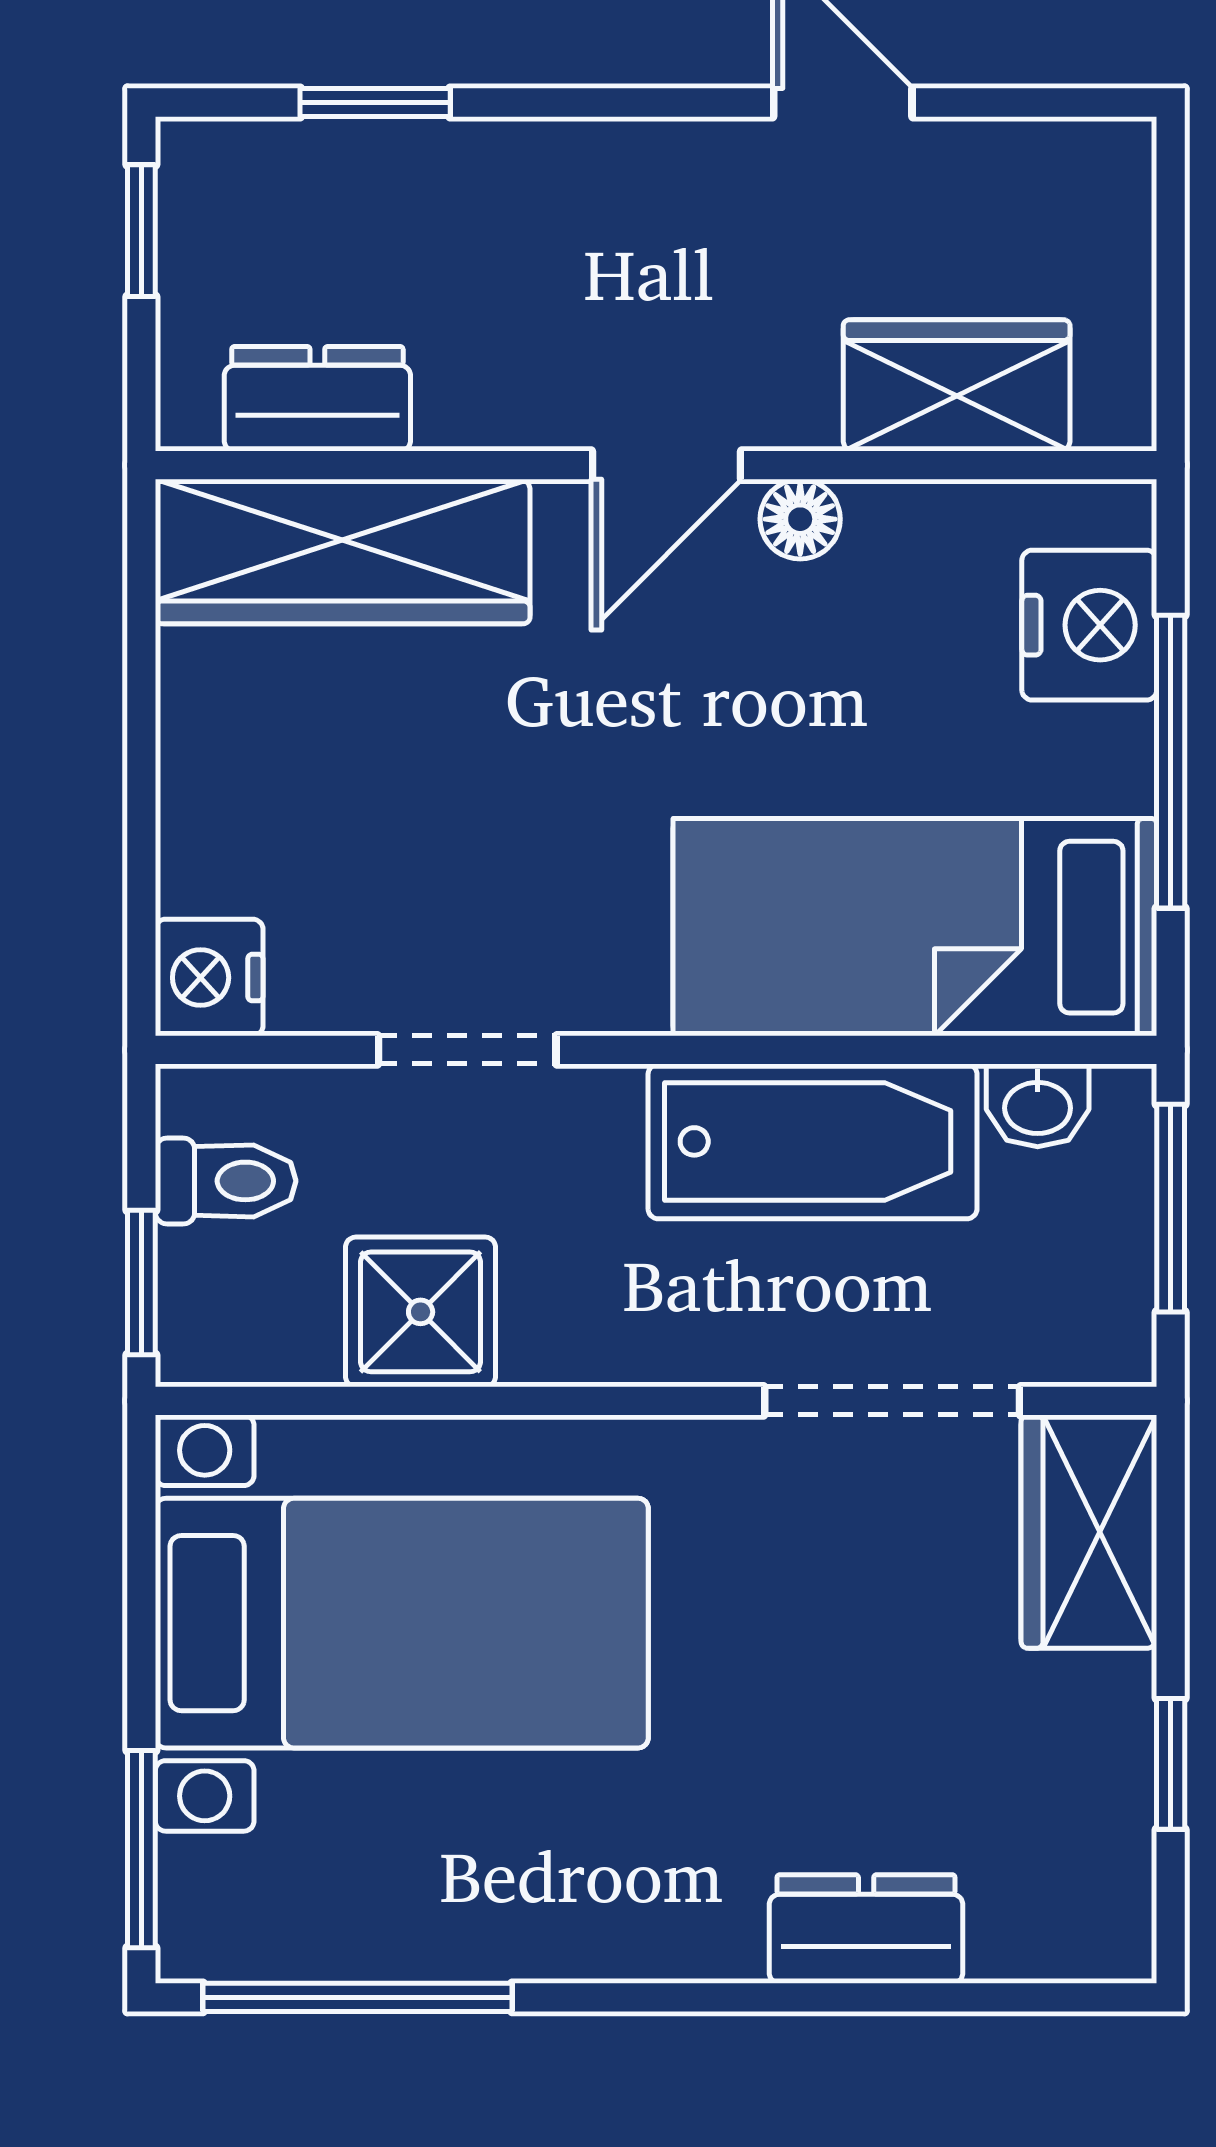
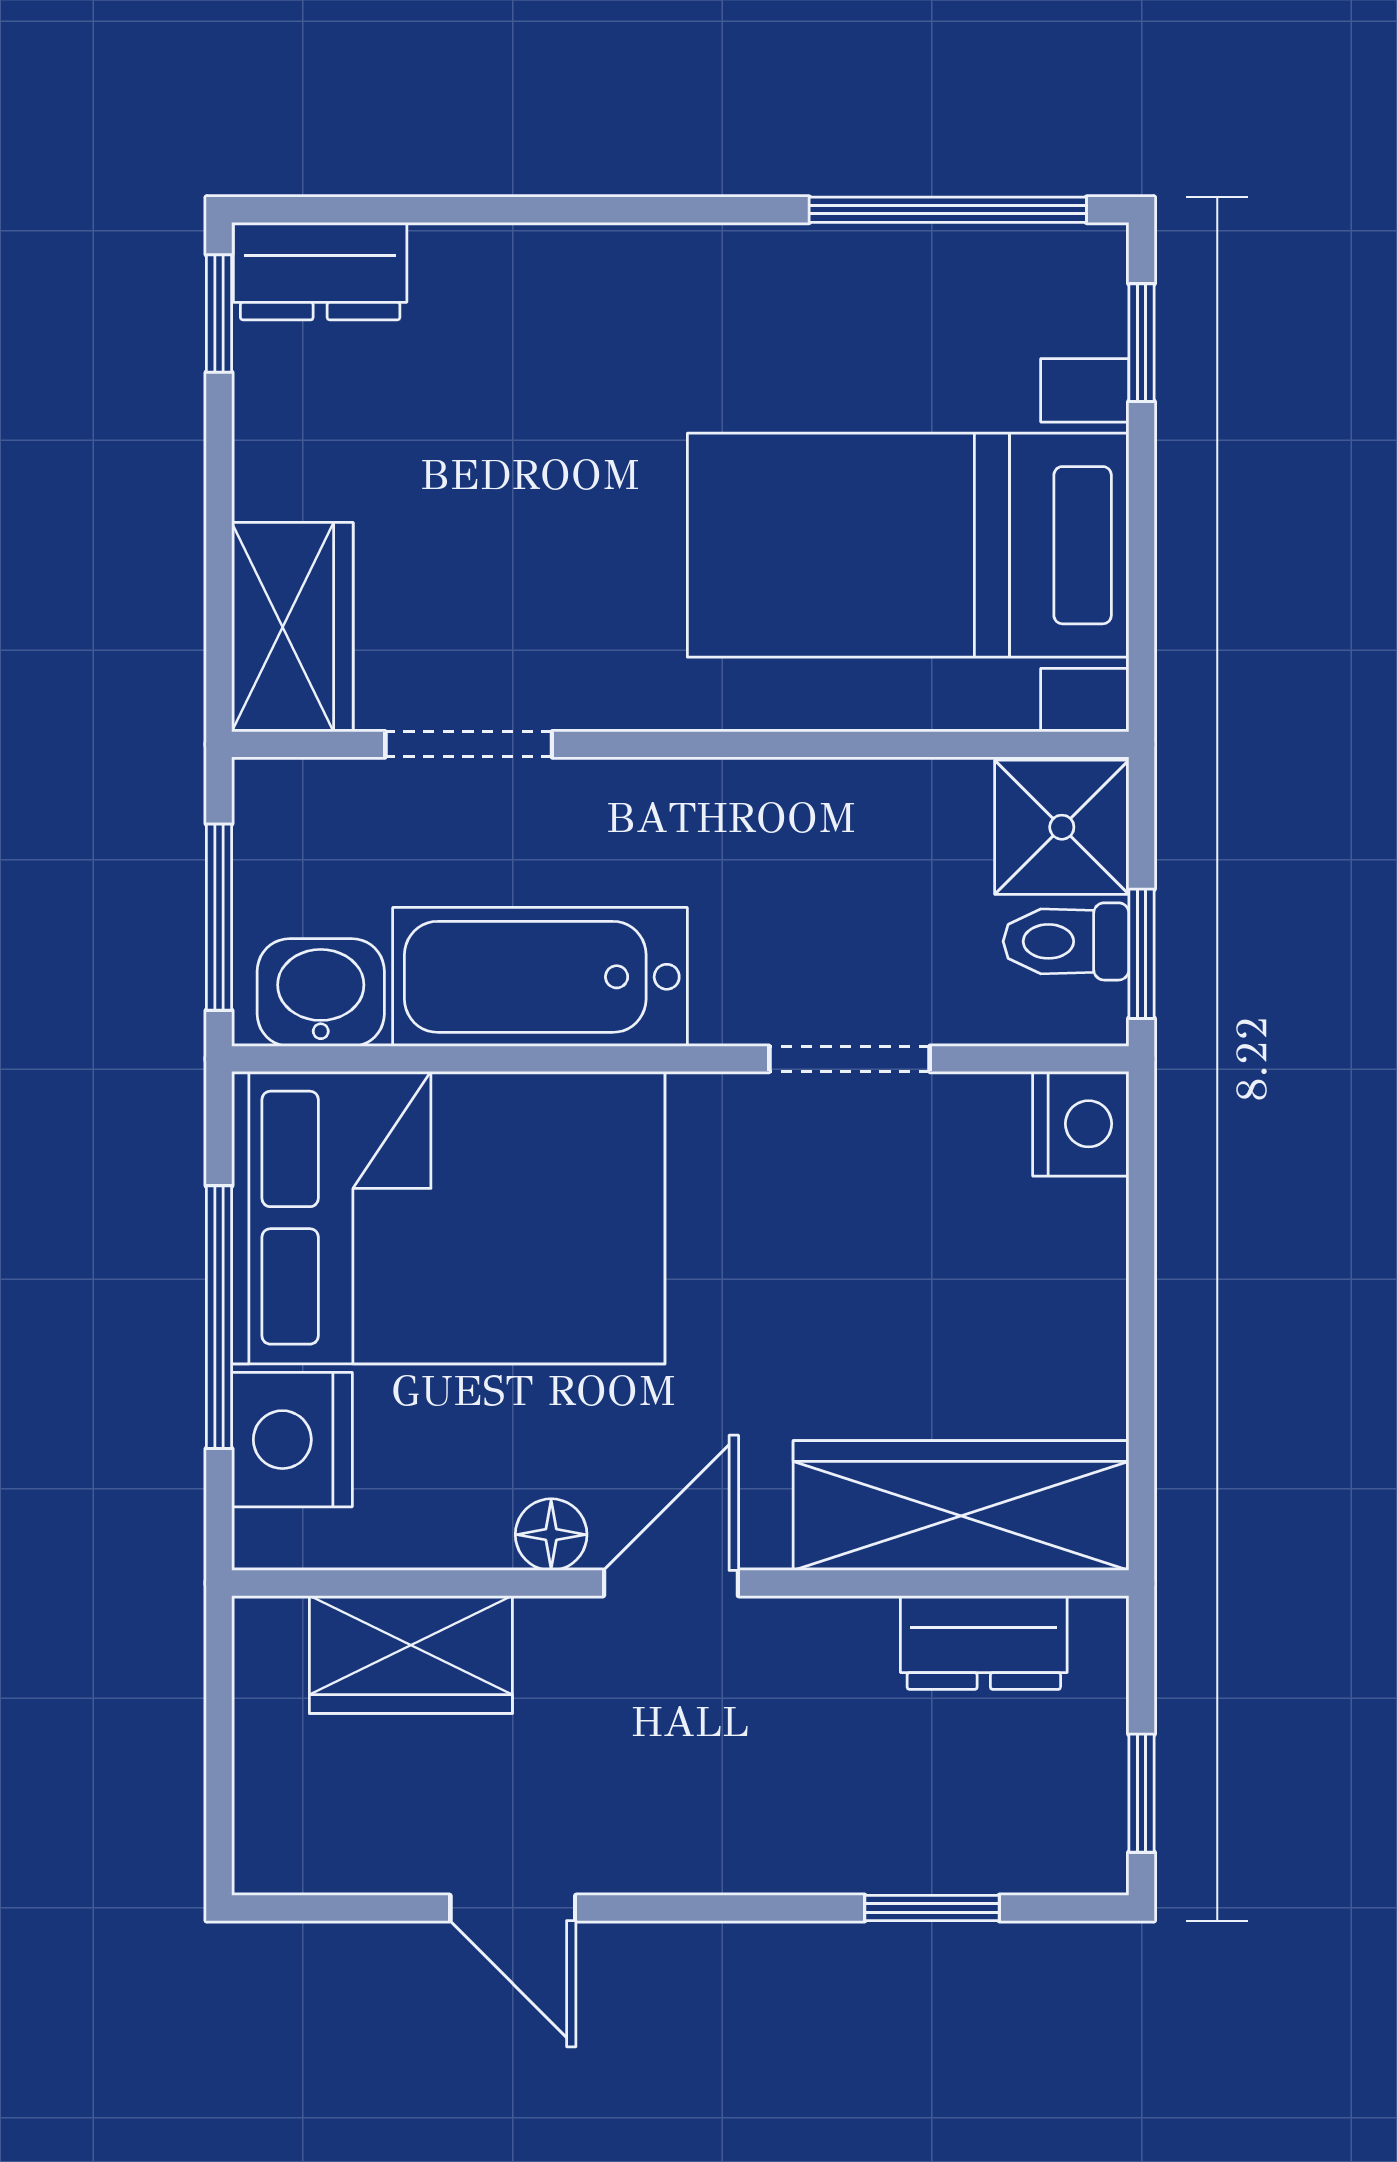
bed: (915, 927) -> (448, 1218), width x1.50
washbasin: (1038, 1105) -> (321, 992), width x1.38, depth x1.45
window: (141, 1282) -> (1142, 954), moved
shower: (421, 1312) -> (1062, 827), moved
doorway: (892, 1401) -> (469, 744), width x0.73
window: (1171, 1764) -> (219, 314), moved
window: (141, 1849) -> (1142, 343), width x0.67
dresser: (866, 1929) -> (320, 271), moved

